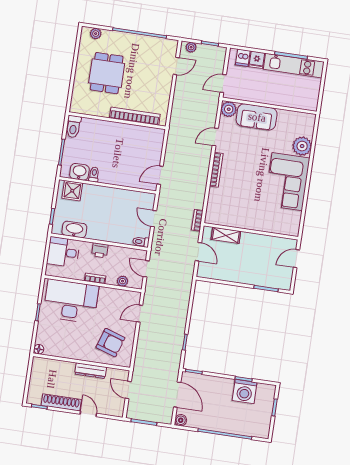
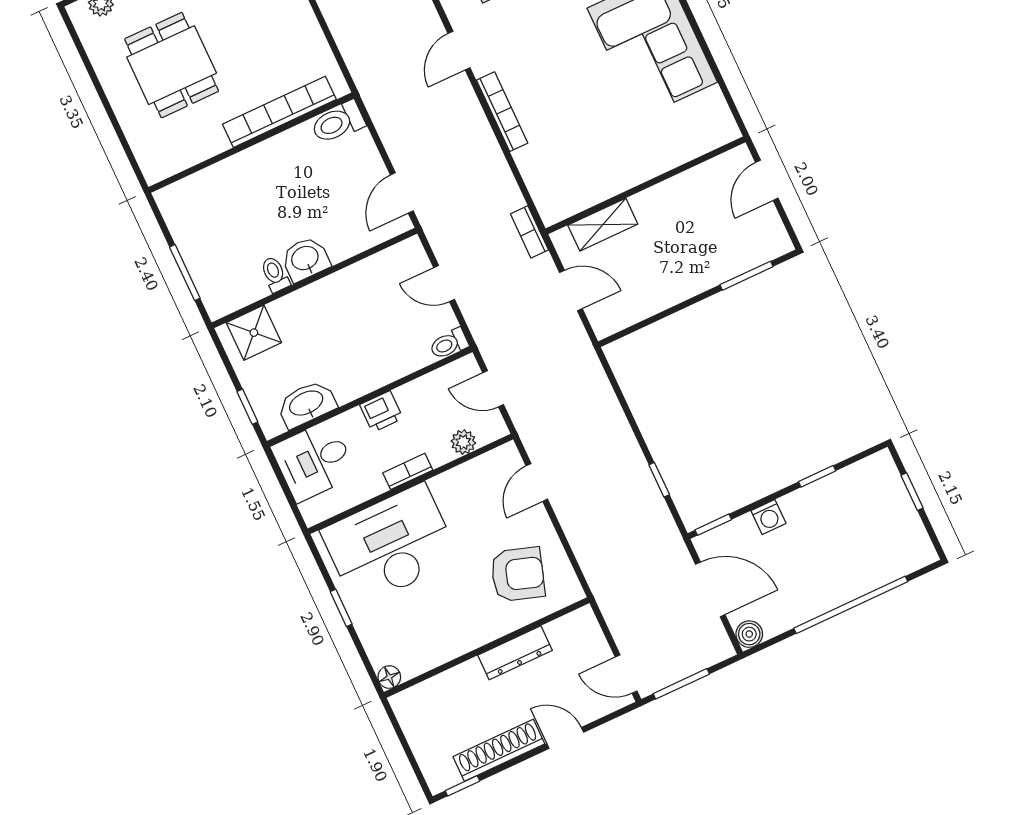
toilet: (73, 127) -> (338, 122), moved, turned 90
washbasin: (79, 172) -> (305, 259), moved
door: (128, 390) -> (626, 674), moved
washing machine: (245, 392) -> (768, 517), moved, width x0.53, depth x0.53

